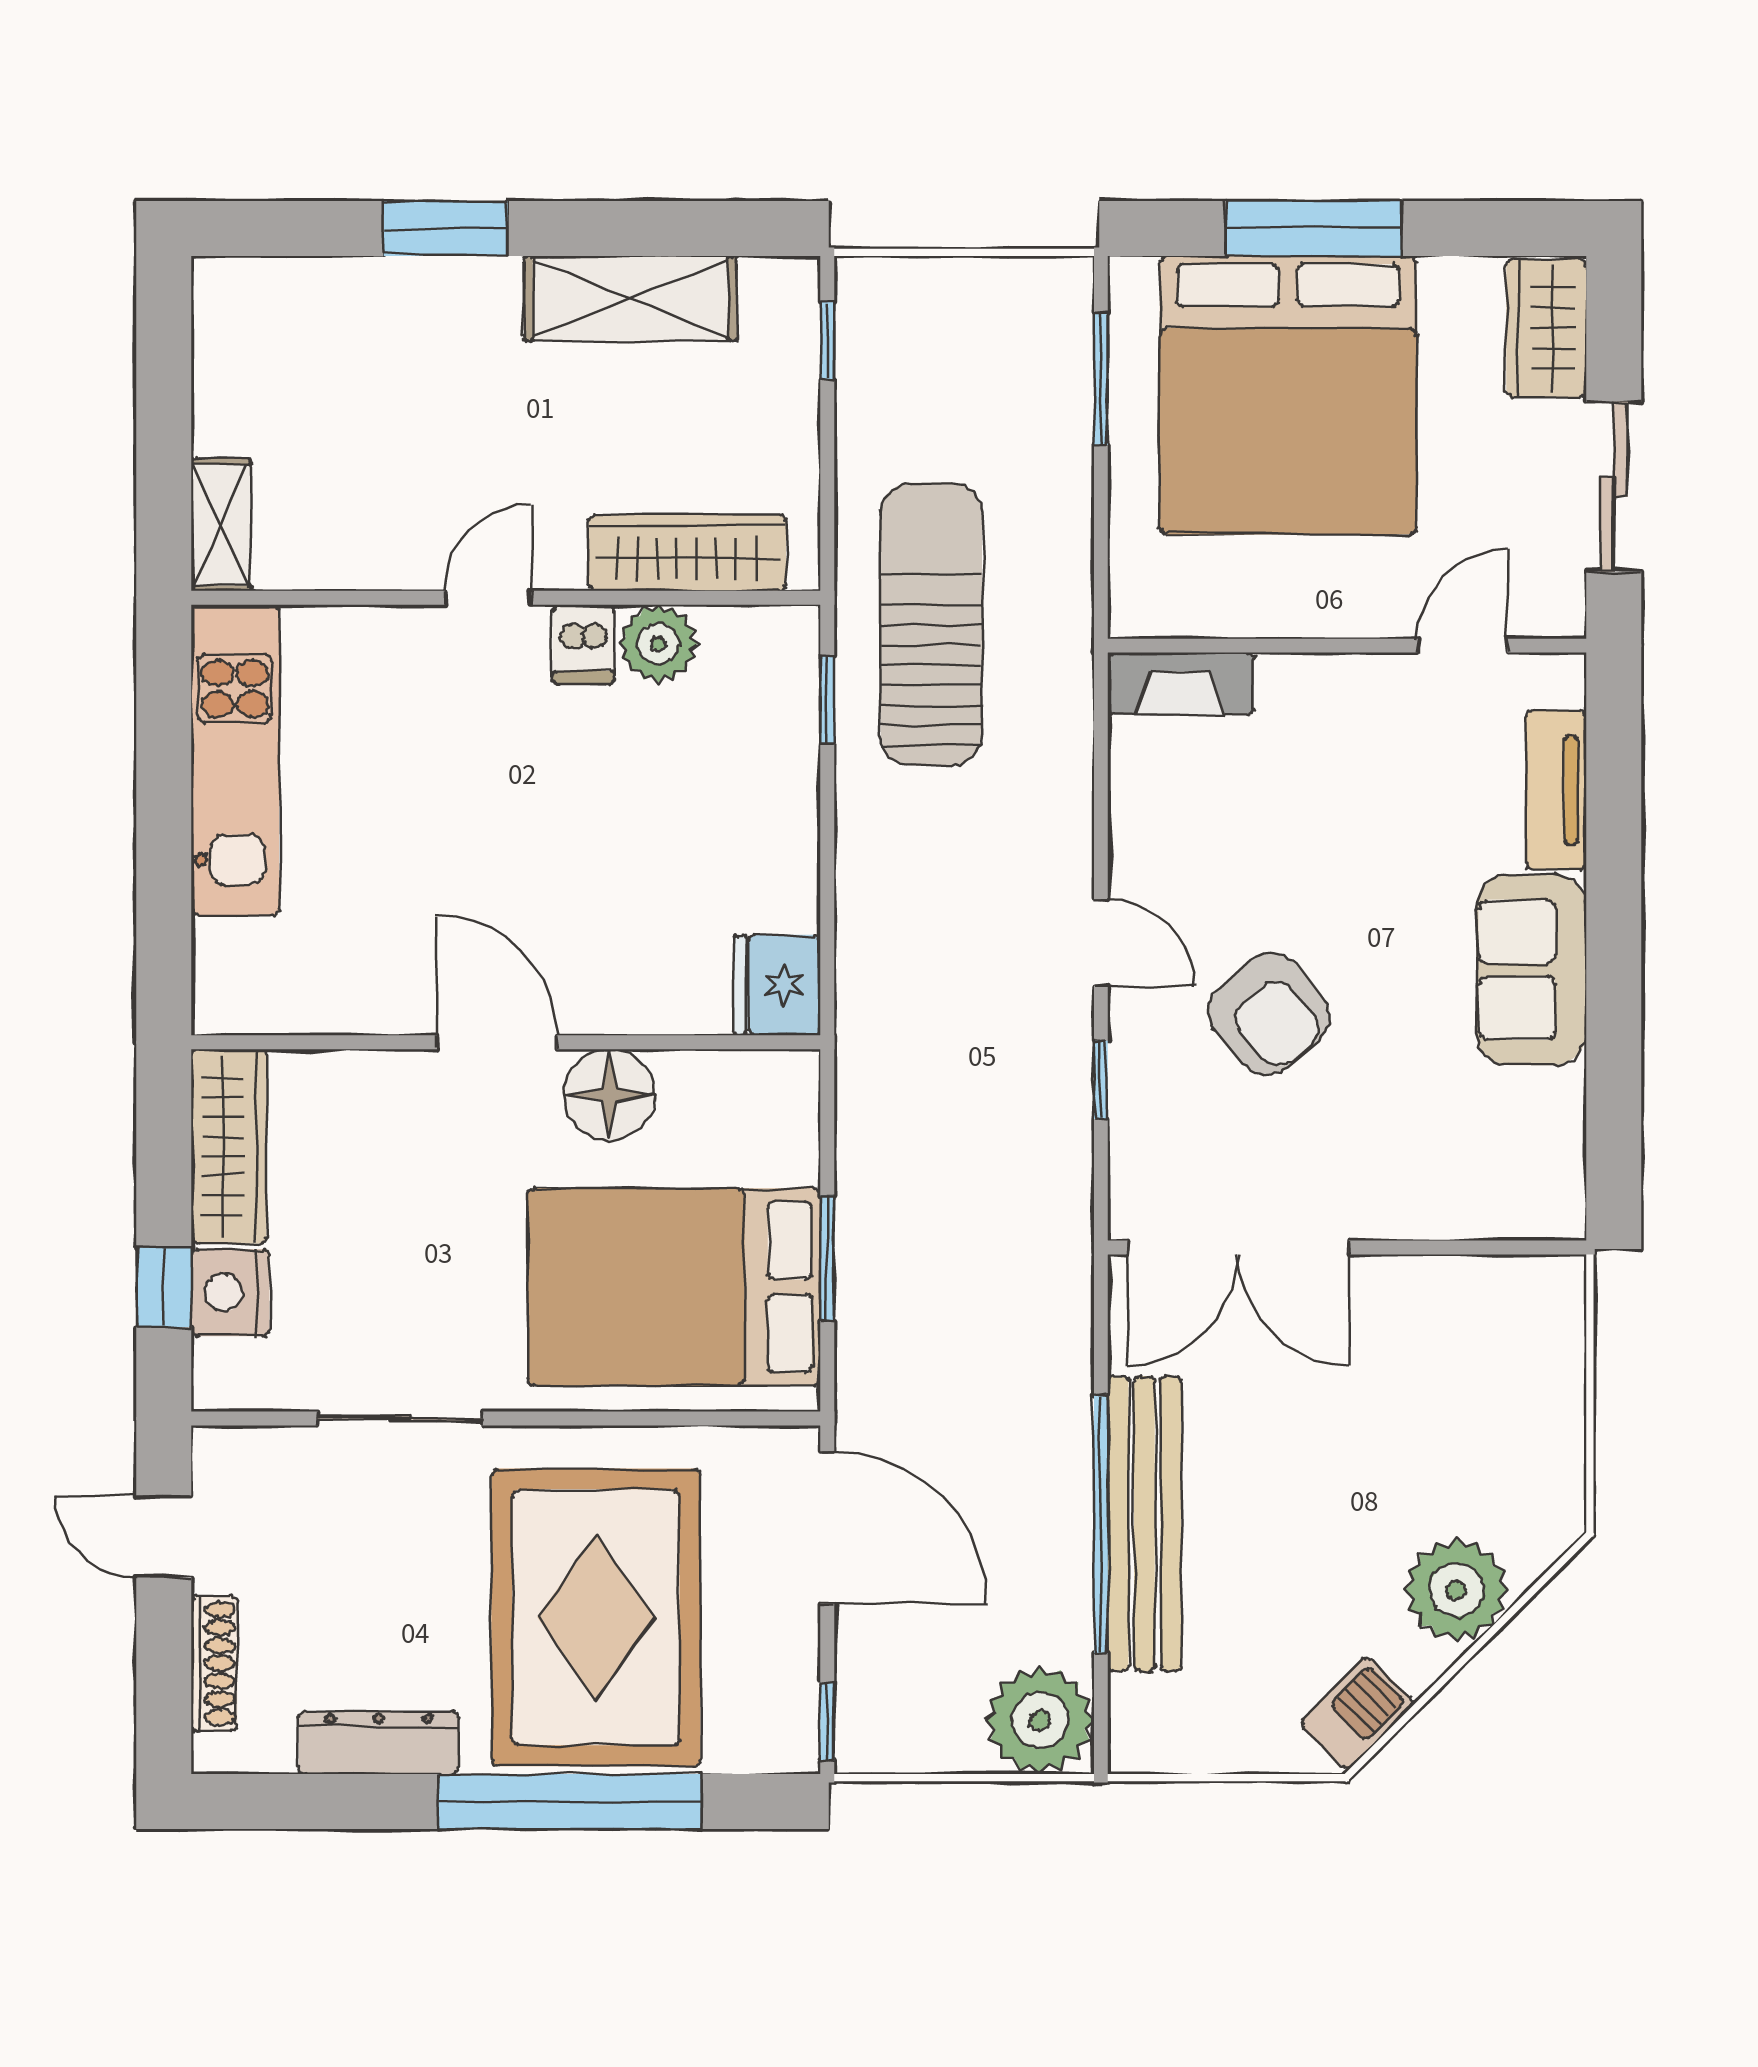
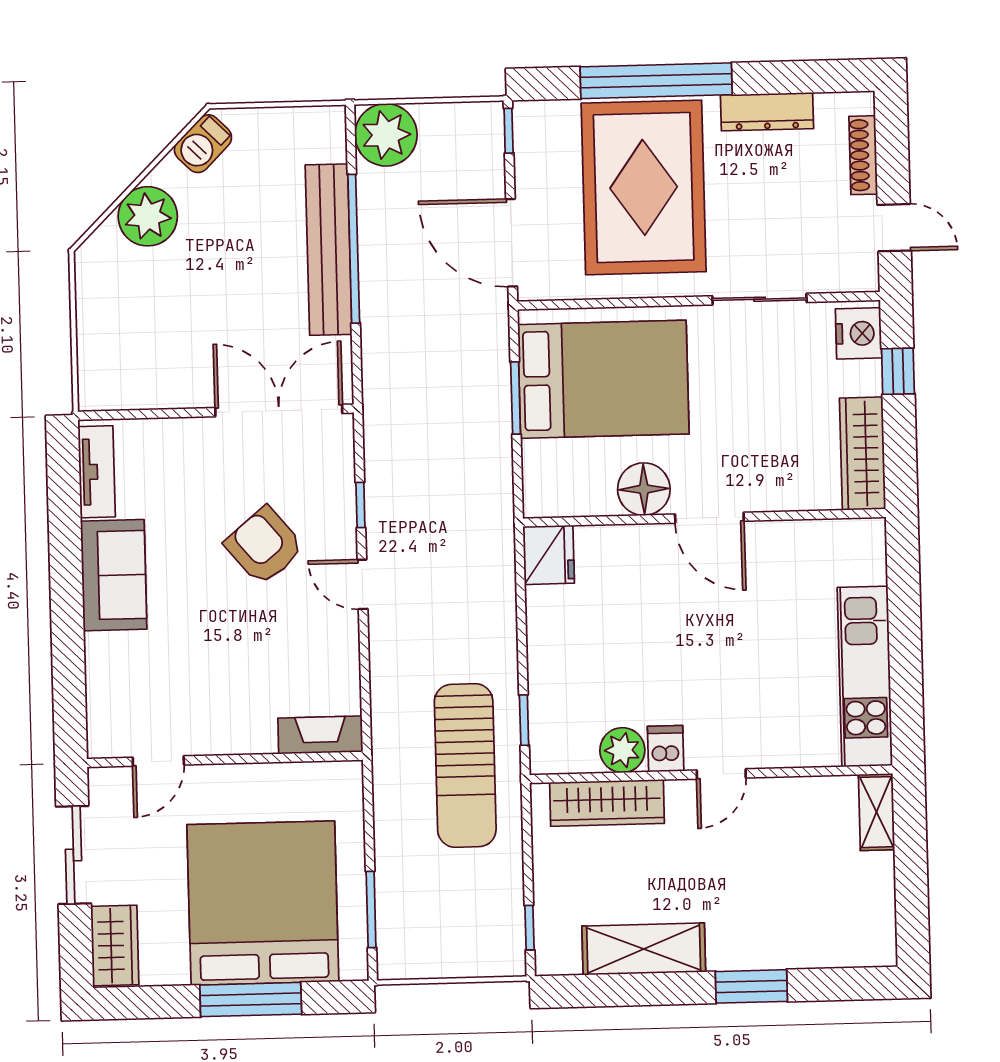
tv unit: (1556, 790) -> (97, 472), moved
nightstand: (230, 1293) -> (859, 333), moved

